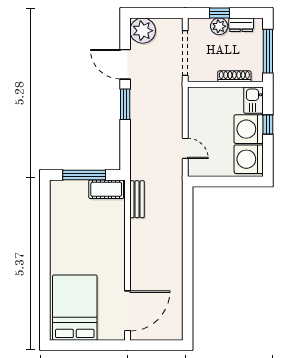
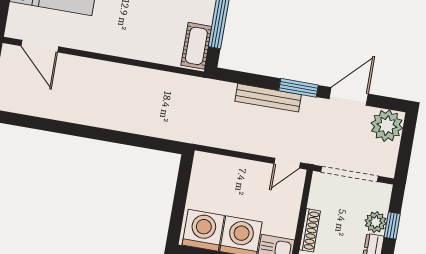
door: (185, 148) -> (287, 163), moved
bench: (137, 199) -> (268, 98), moved, width x1.36
door: (127, 311) -> (40, 46), width x0.73

